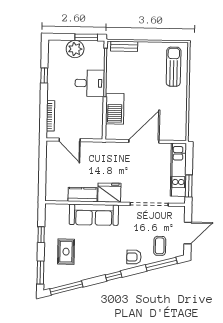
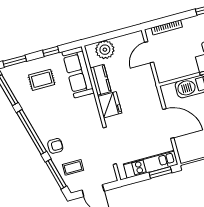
plant: (55, 182) -> (105, 50), added
window: (189, 186) -> (160, 172), moved
sofa: (94, 215) -> (78, 72), moved
armchair: (134, 257) -> (55, 146), turned 90
window: (114, 276) -> (31, 132), width x3.17

